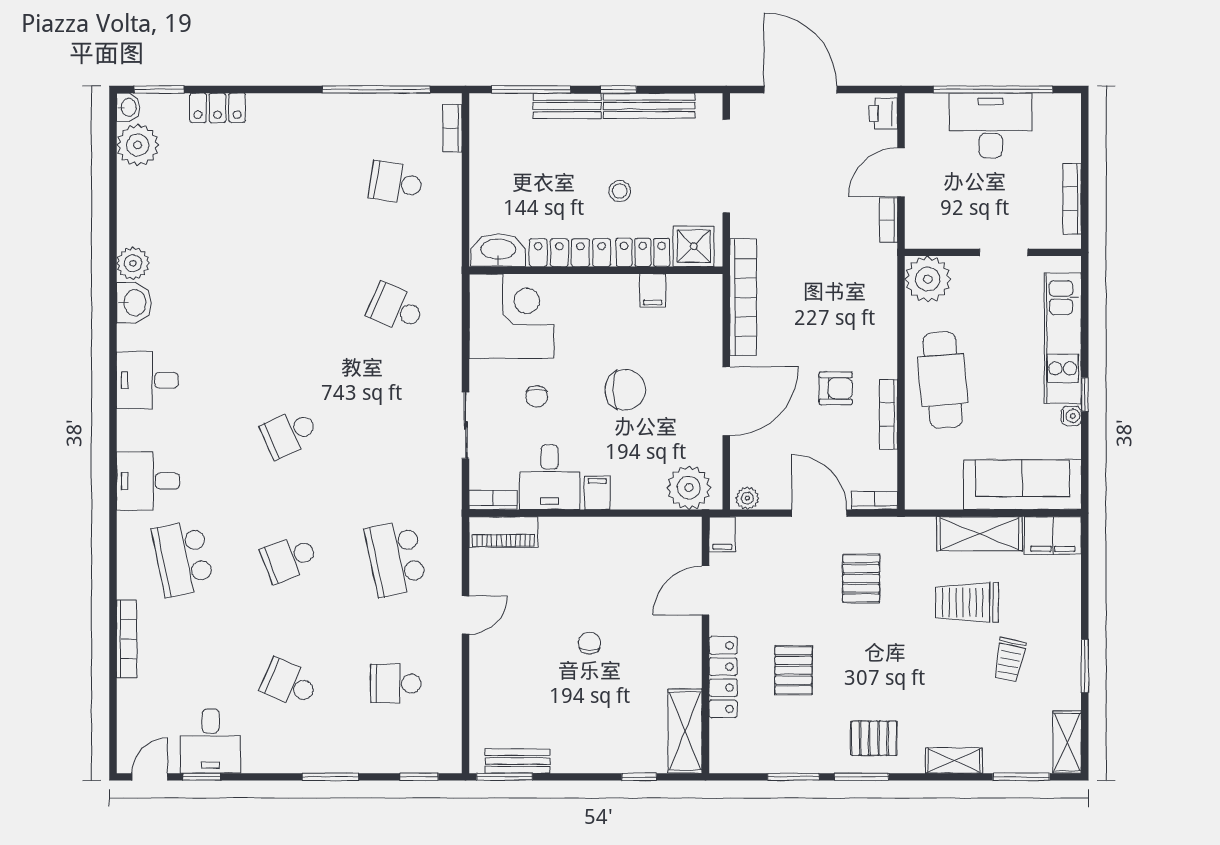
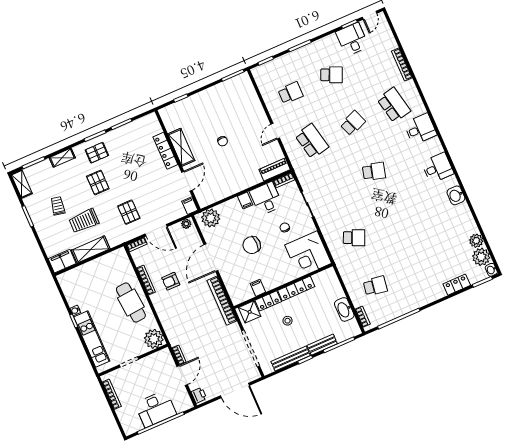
washbasin: (498, 250) -> (344, 309), moved, turned 90
plant: (133, 263) -> (476, 241), moved
school desk: (289, 433) -> (374, 171), turned 39
sofa: (1022, 485) -> (82, 276), removed
trolley: (967, 602) -> (84, 221), turned 180
pallet: (793, 670) -> (98, 183), moved
shelving: (685, 731) -> (181, 147), moved
bench: (517, 761) -> (230, 84), removed

